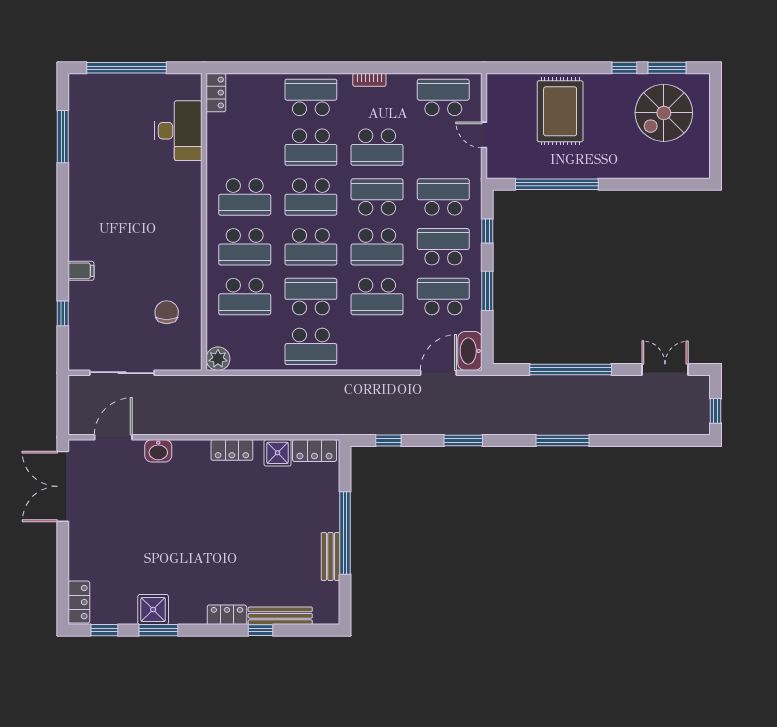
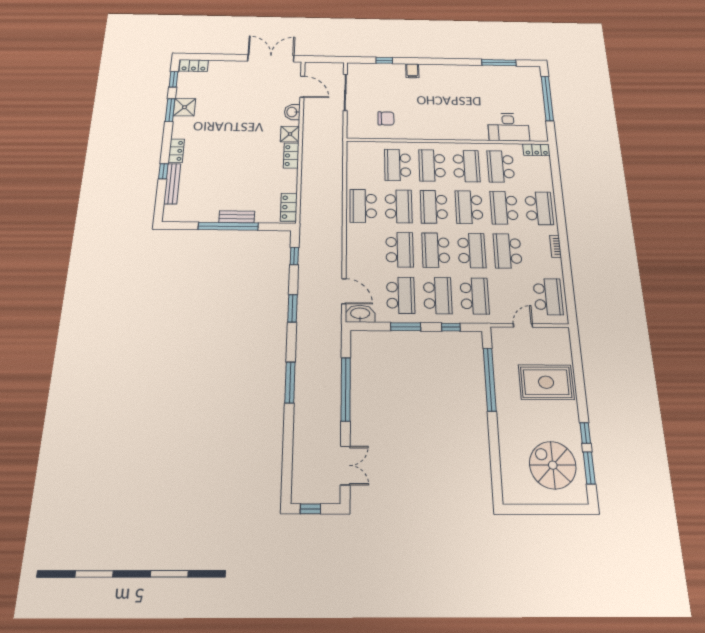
school desk: (245, 147) -> (501, 167), added
school desk: (245, 197) -> (466, 166), turned 180
school desk: (377, 297) -> (400, 250), turned 180
plant: (218, 359) -> (355, 148), removed
shower: (278, 453) -> (290, 134), moved
bench: (330, 556) -> (237, 217), moved

